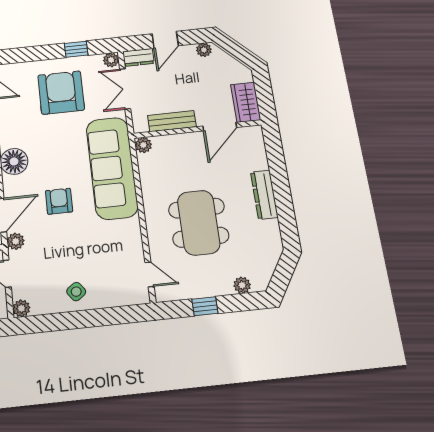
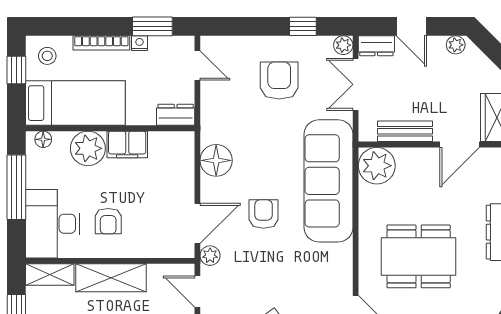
door: (165, 40) -> (411, 26), hinge flipped
armchair: (61, 93) -> (279, 80), width x0.73, depth x0.73
plant: (143, 145) -> (377, 166), width x1.88, depth x1.88
dining table: (199, 223) -> (419, 256), turned 90

